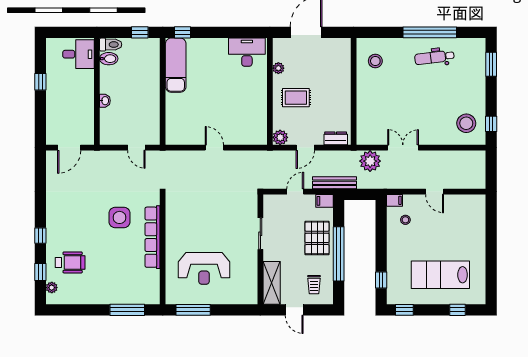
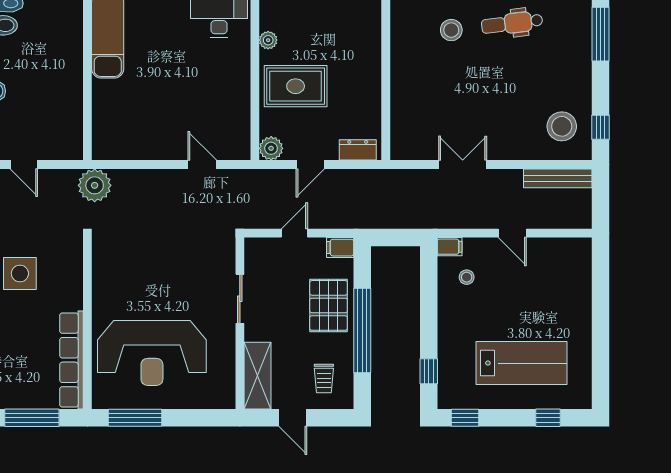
stool: (375, 61) -> (451, 30), moved
window: (491, 64) -> (600, 34), width x1.44
rug: (296, 98) -> (296, 86), width x1.36, depth x1.43
door: (136, 148) -> (24, 164), moved
door: (214, 148) -> (202, 164), moved
plant: (370, 161) -> (95, 185), moved
bench: (335, 183) -> (558, 178), moved
row of seats: (153, 237) -> (72, 360), moved
reception desk: (204, 268) -> (152, 353), width x1.36, depth x1.30
lab bench: (440, 275) -> (521, 363), turned 180

